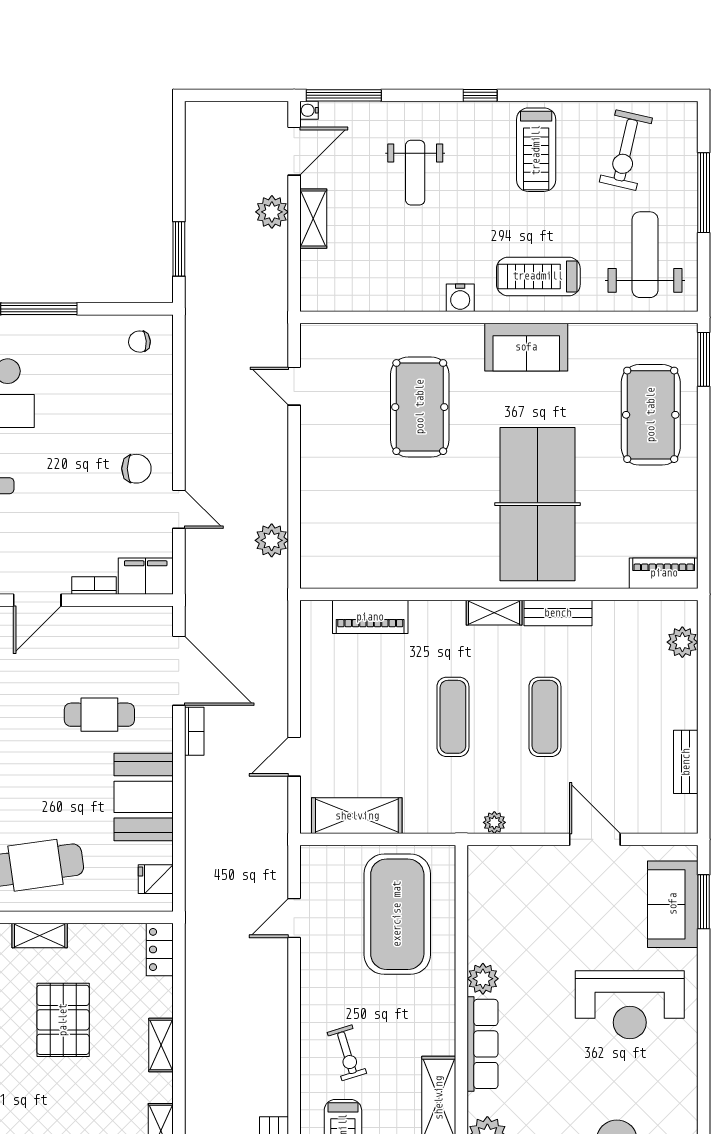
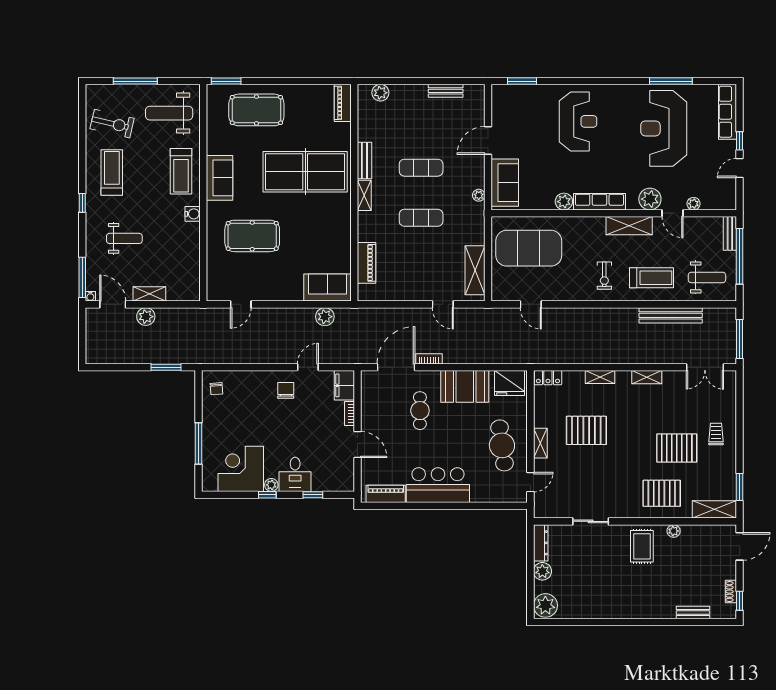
treadmill: (536, 150) -> (112, 172), turned -90
sofa: (325, 545) -> (328, 288), added
fridge: (156, 879) -> (510, 383), width x1.88, depth x1.34
sofa: (673, 904) -> (505, 183), moved, turned -90
exercise bike: (347, 1053) -> (604, 276), turned 107

